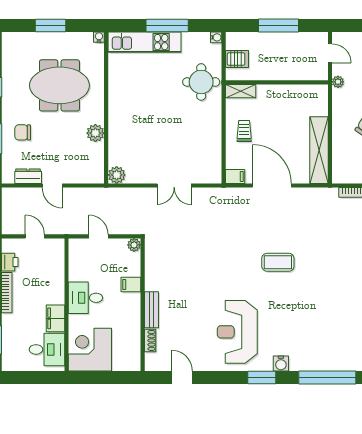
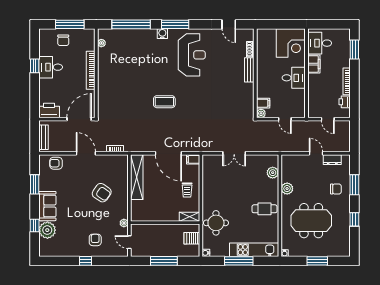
cafe table: (129, 103) -> (264, 209), added
plant: (117, 175) -> (273, 173), moved
double door: (174, 186) -> (234, 153), swing flipped
filing cabinet: (131, 285) -> (263, 103), moved
window: (262, 377) -> (175, 24), width x1.44

